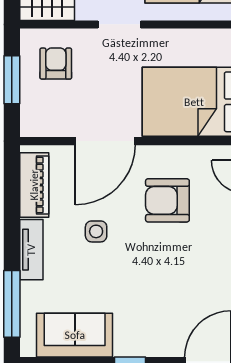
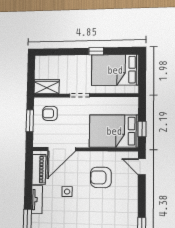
armchair: (56, 64) -> (50, 113), turned -90
door: (105, 141) -> (62, 149), moved

